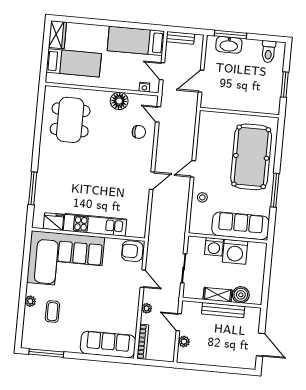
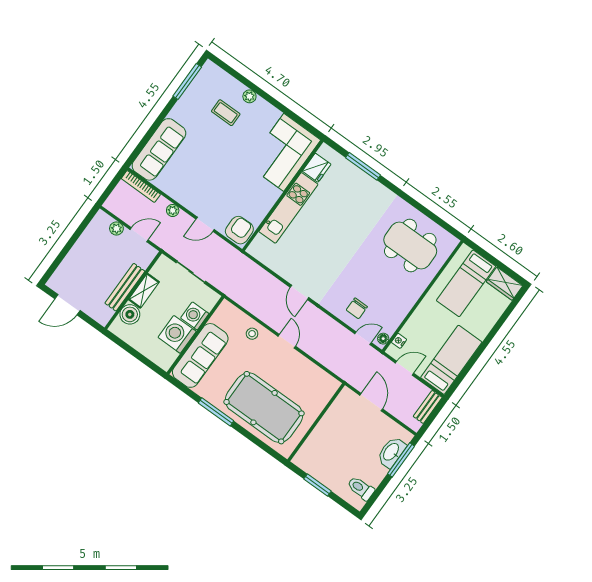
floor lamp: (119, 101) -> (383, 339), moved, width x0.53, depth x0.53
corner sofa: (66, 260) -> (284, 152), width x0.73, depth x0.74

